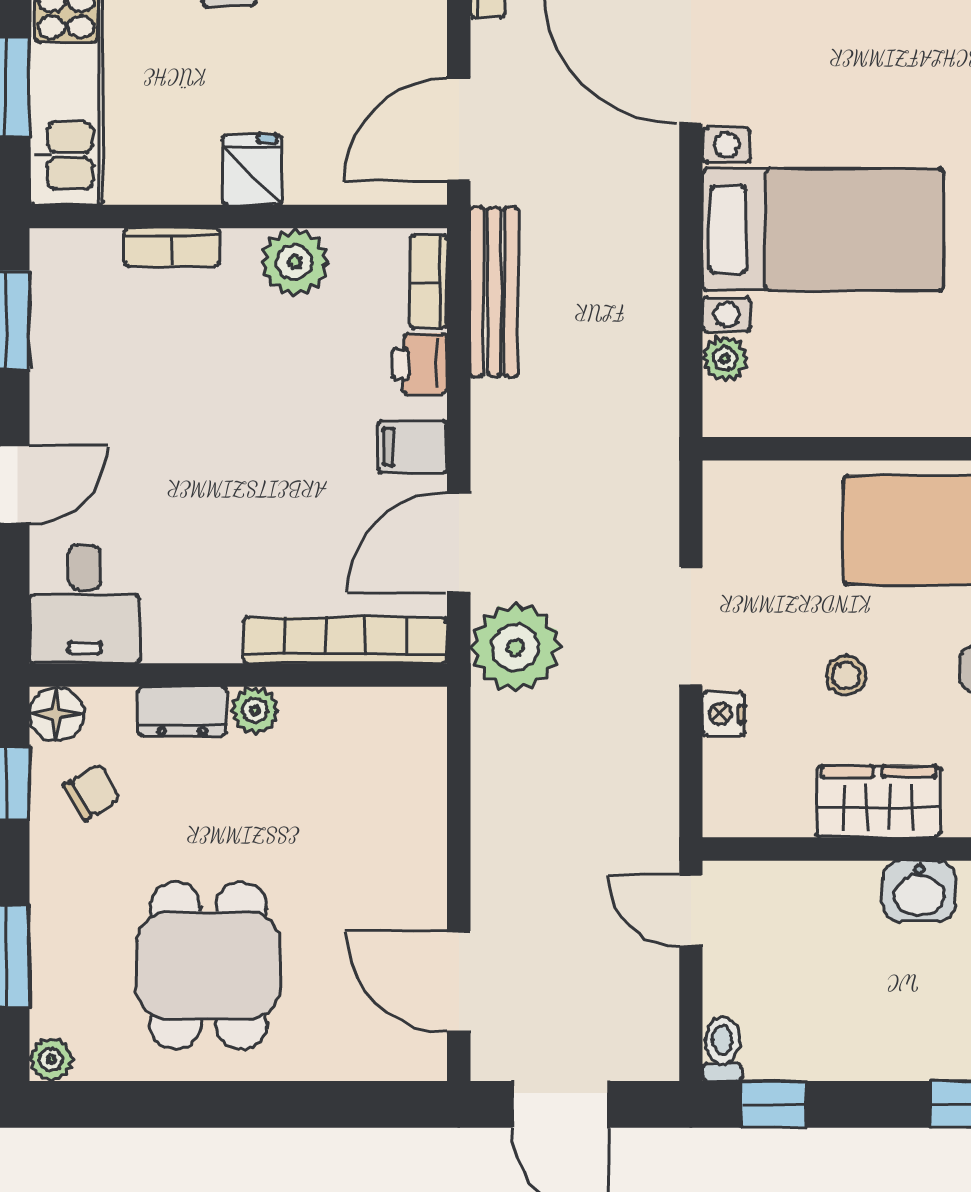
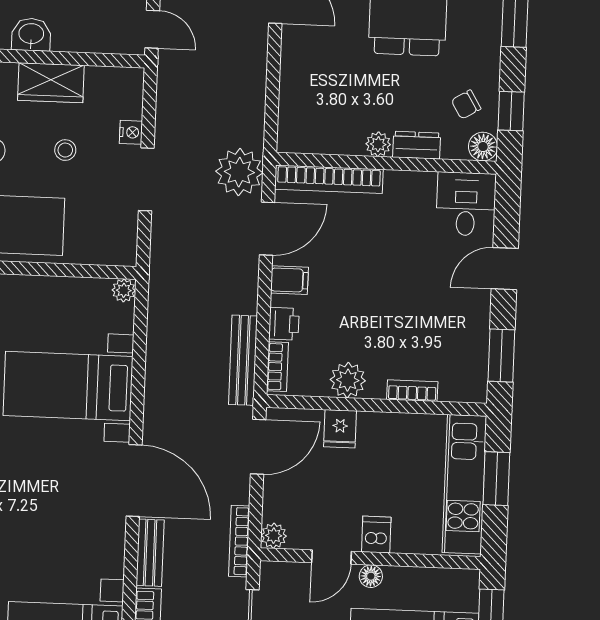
fridge: (252, 170) -> (340, 429), moved
plant: (725, 359) -> (124, 290), moved

